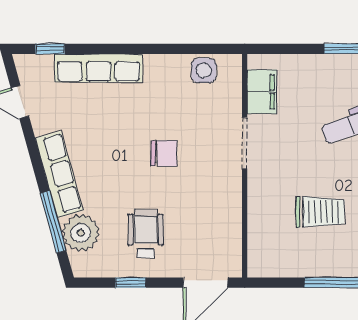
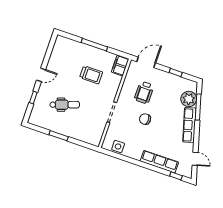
filing cabinet: (262, 92) -> (120, 65), moved
trolley: (320, 212) -> (91, 75), turned 180
wheelchair: (146, 234) -> (144, 92), moved

